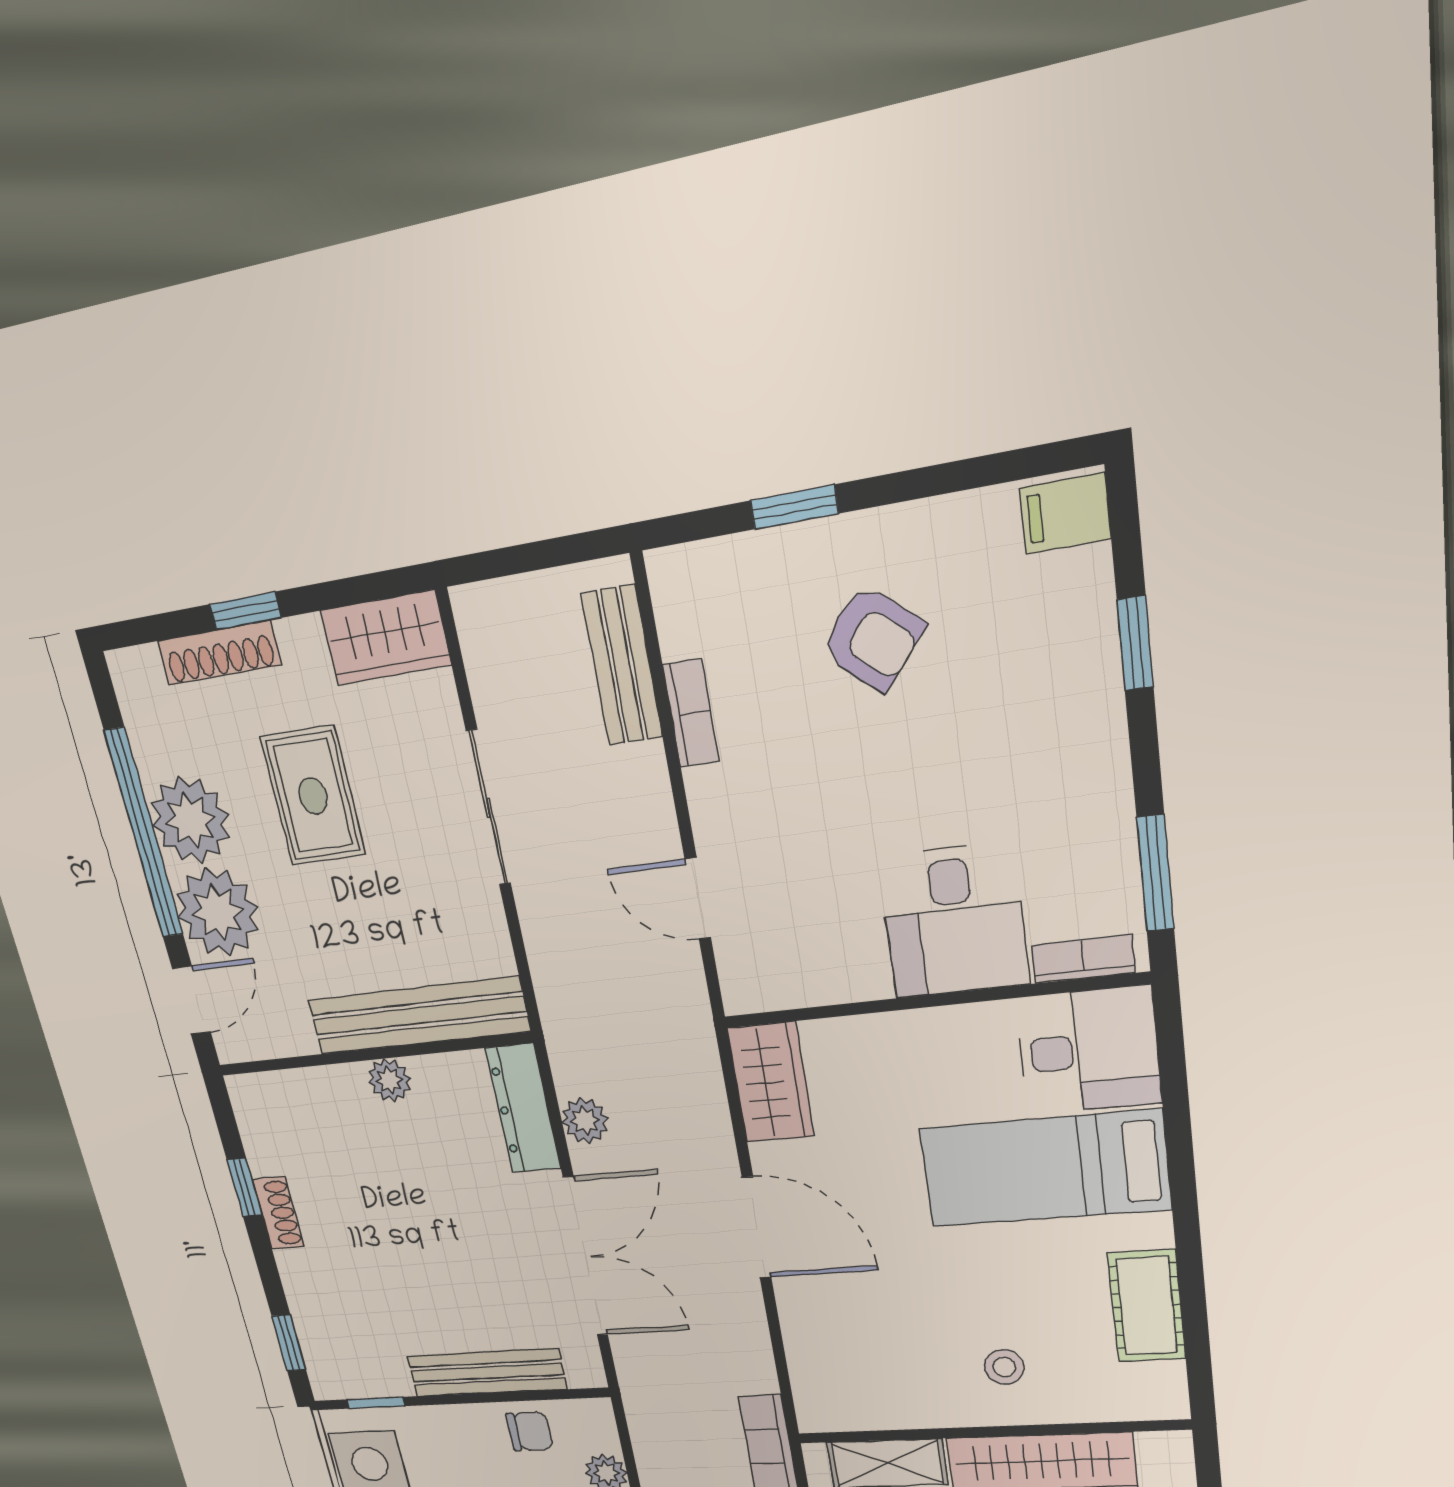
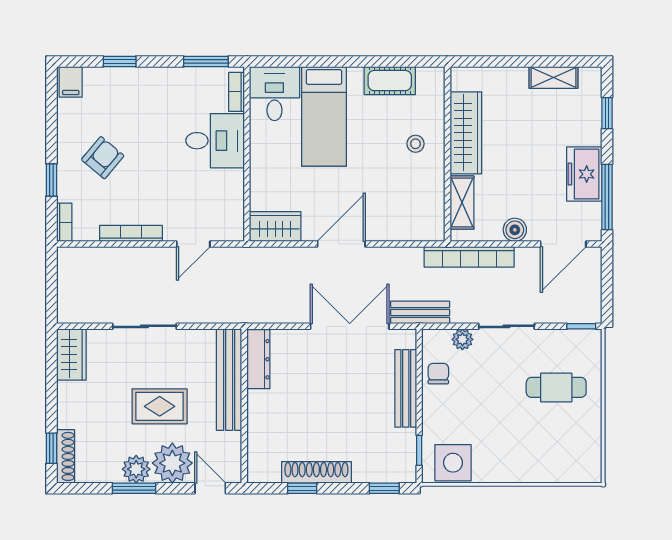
bookcase: (693, 562) -> (64, 222), added
window: (245, 611) -> (51, 448), moved
shoe rack: (219, 653) -> (66, 456), moved
bench: (622, 666) -> (420, 312), moved
bookcase: (691, 713) -> (131, 233), width x1.56
rug: (313, 796) -> (160, 406), moved
plant: (190, 820) -> (136, 469), width x0.73, depth x0.73
window: (144, 834) -> (134, 488), width x0.47
plant: (389, 1080) -> (257, 401), removed
dresser: (523, 1109) -> (258, 359), moved, turned -90
plant: (585, 1120) -> (285, 313), removed
shoe rack: (278, 1213) -> (316, 472), width x1.94, depth x1.24

